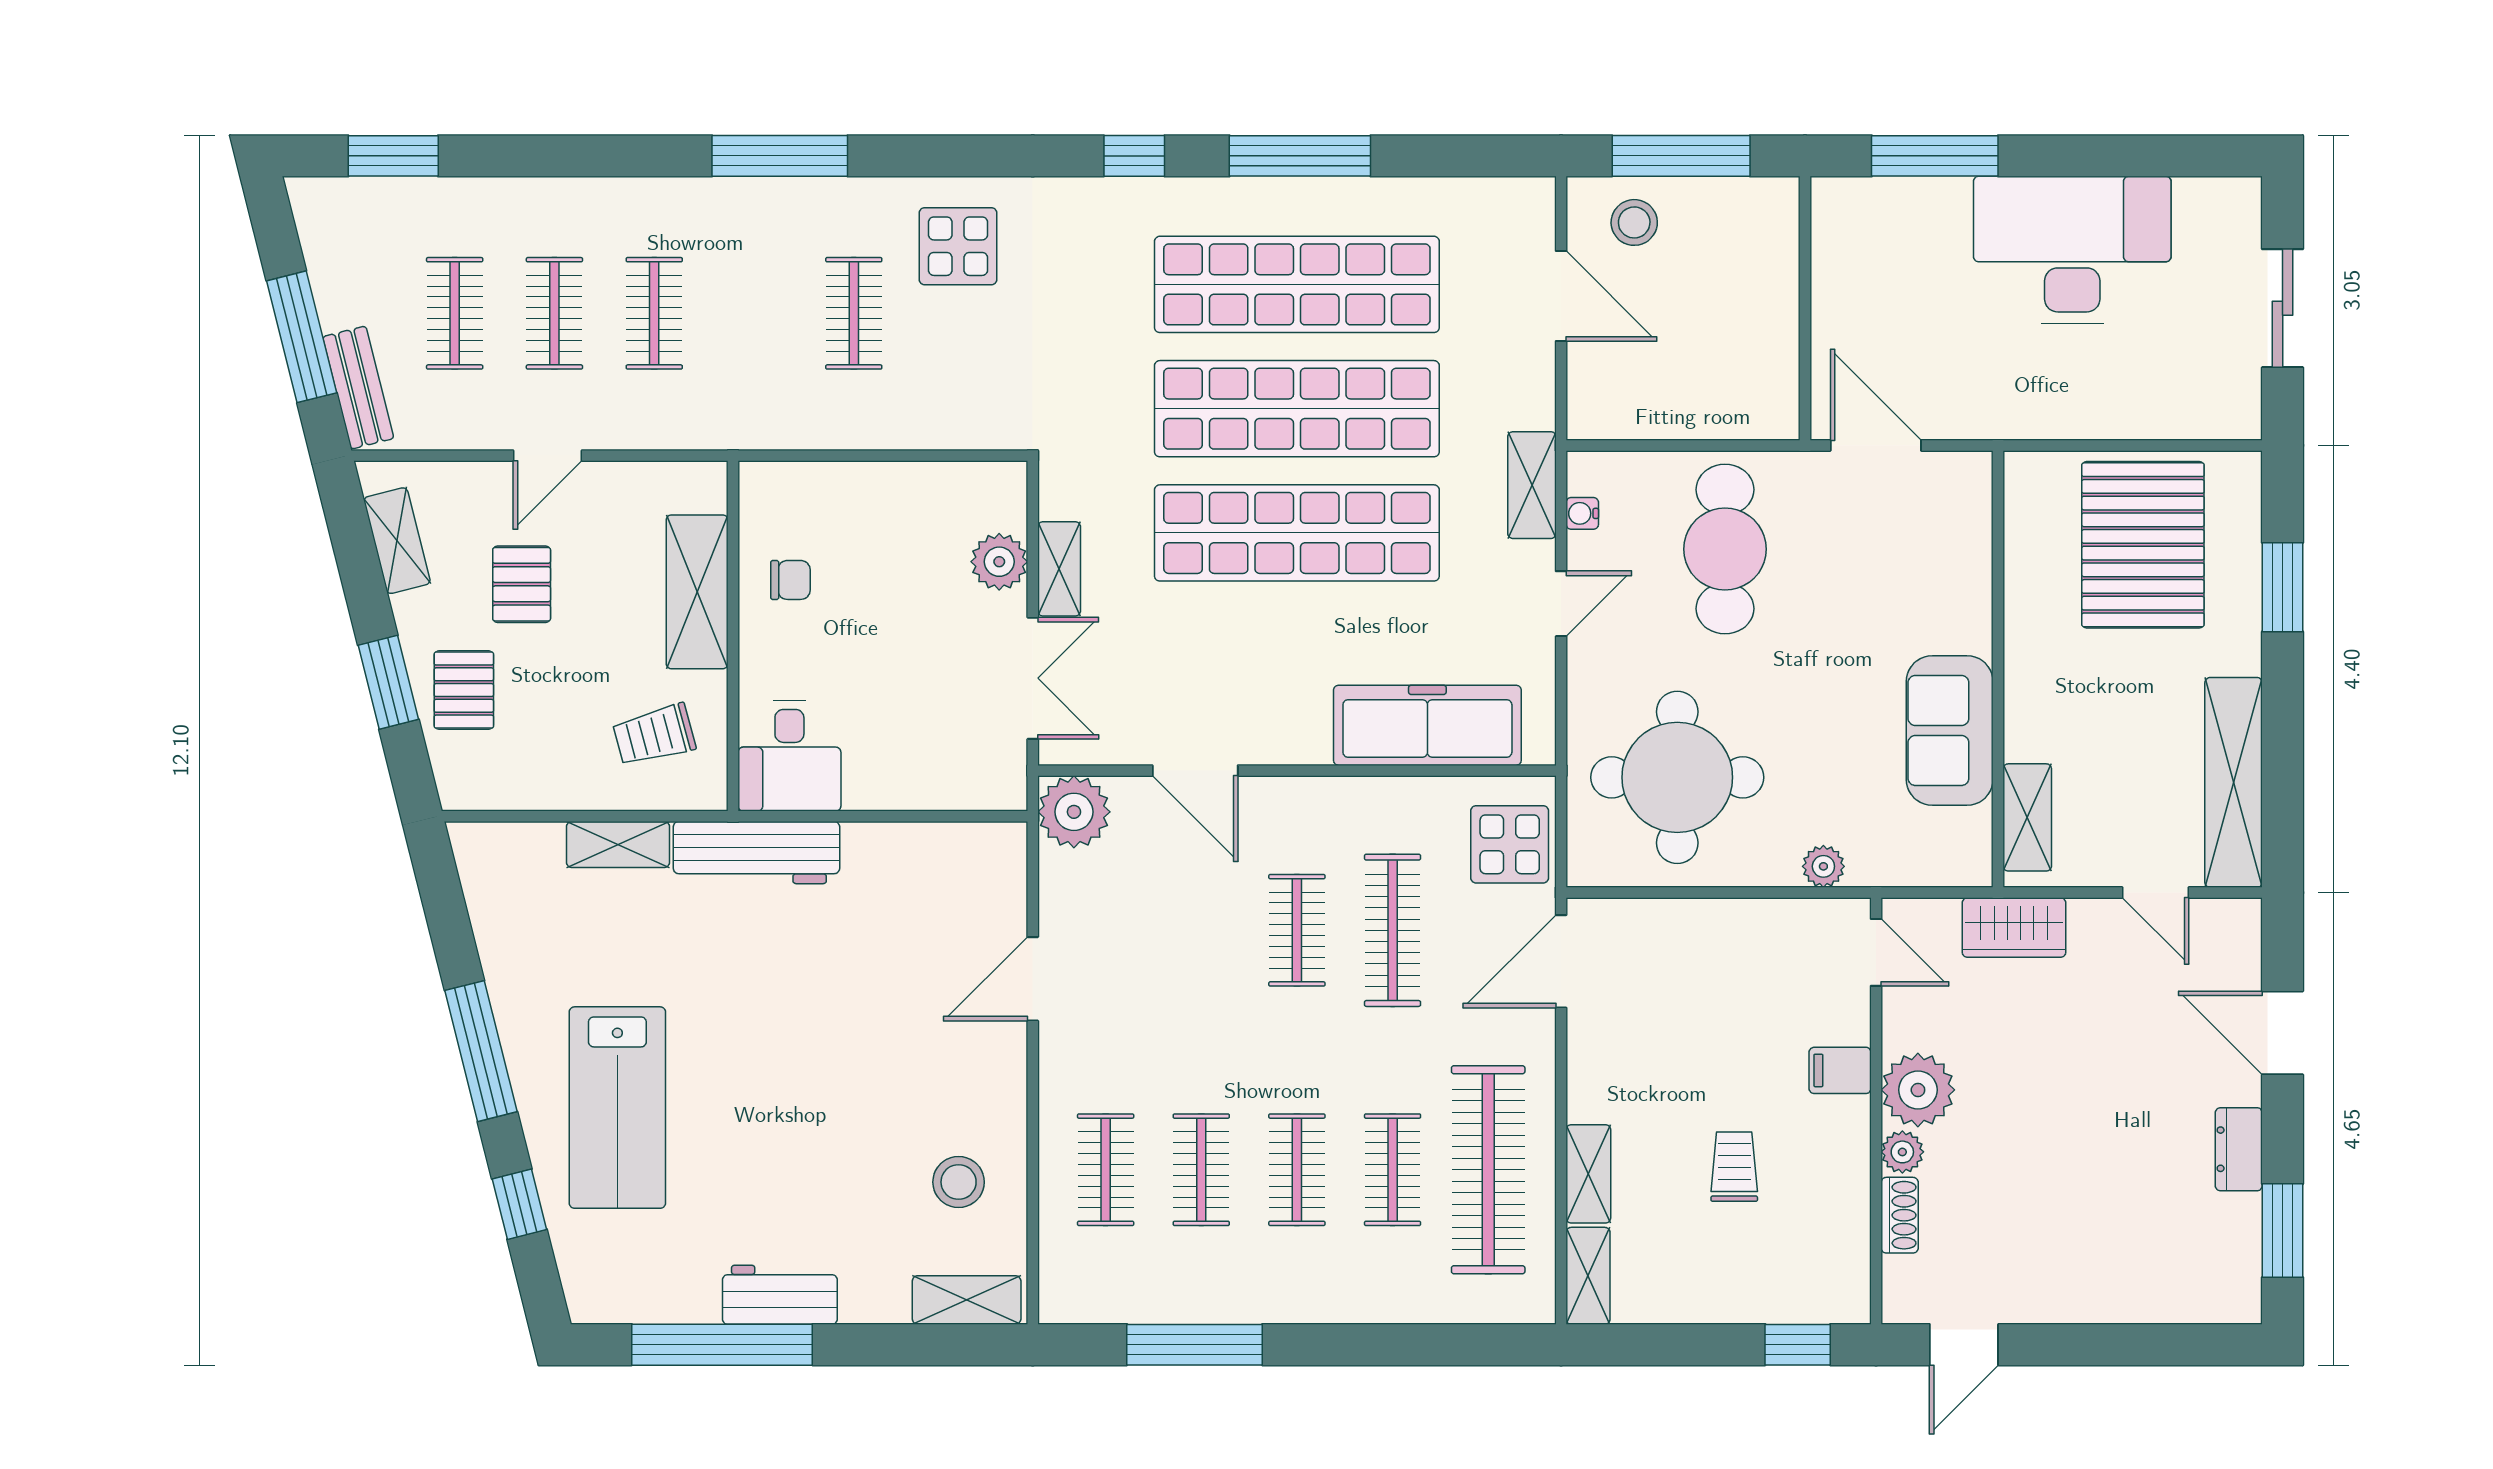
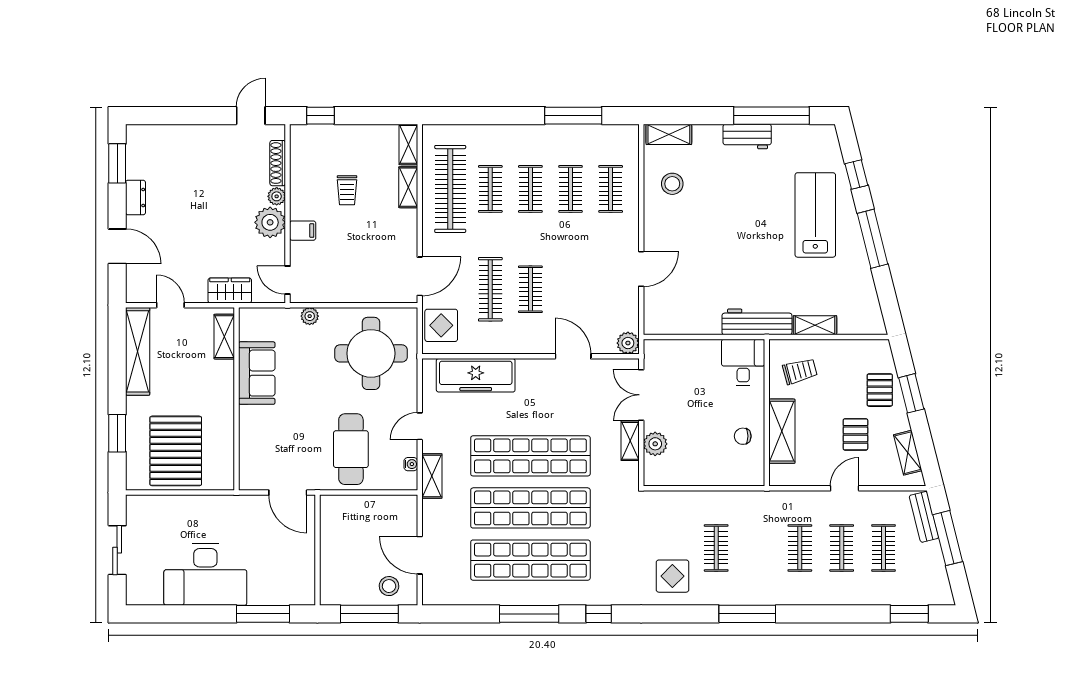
plant: (1074, 812) -> (628, 343), width x0.73, depth x0.73
shoe rack: (1900, 1215) -> (278, 163), width x1.43

